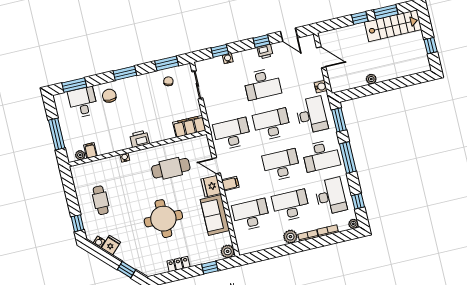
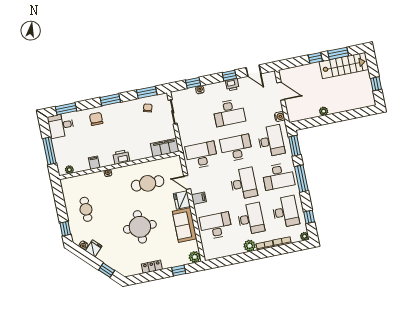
desk: (83, 102) -> (61, 125), moved, turned -90
filing cabinet: (90, 150) -> (94, 163), moved
desk: (281, 165) -> (243, 183), turned 90
desk: (291, 205) -> (251, 219), turned 90

